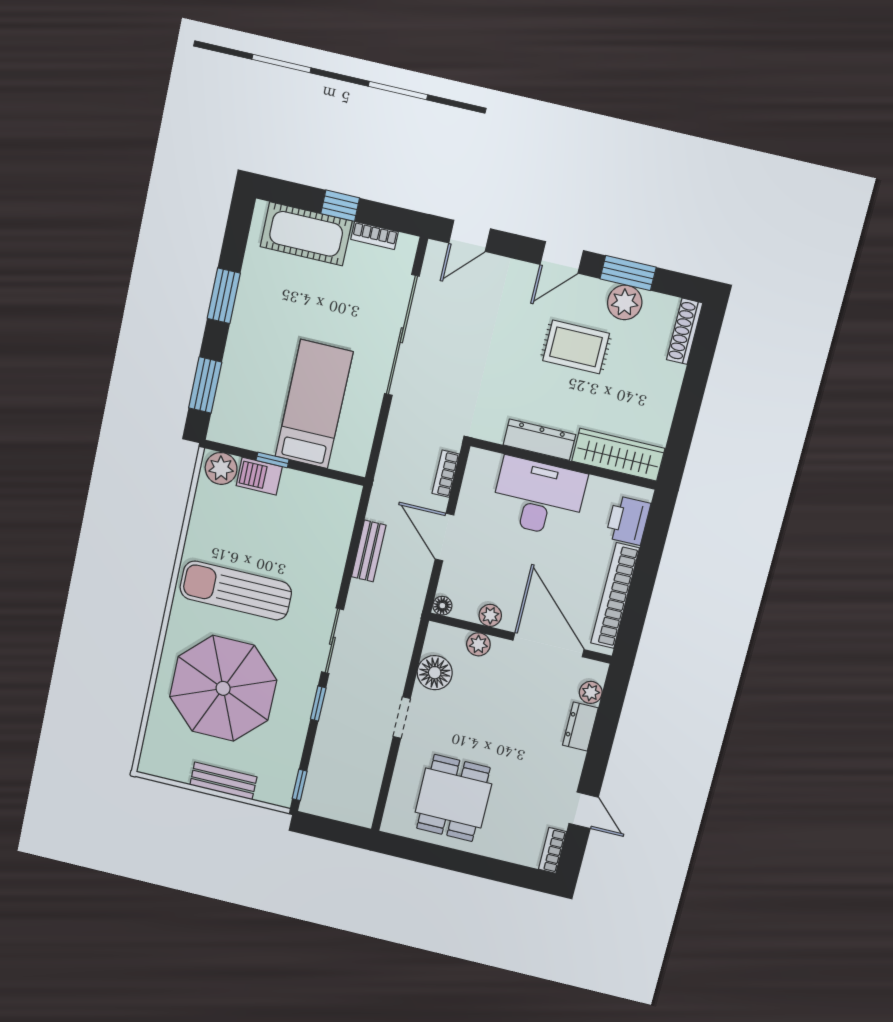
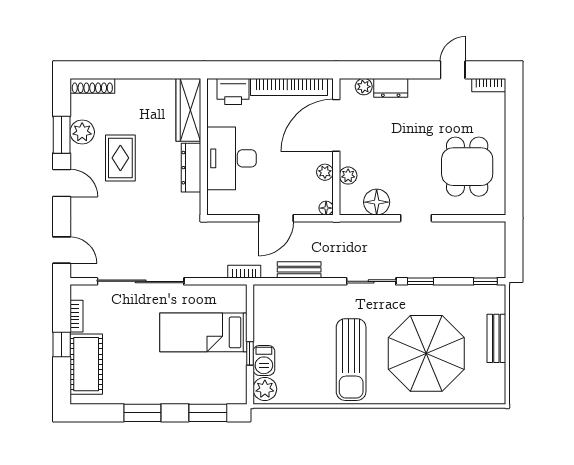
bookcase: (446, 474) -> (244, 272), moved, turned 180
dining table: (453, 798) -> (467, 167), turned 90

